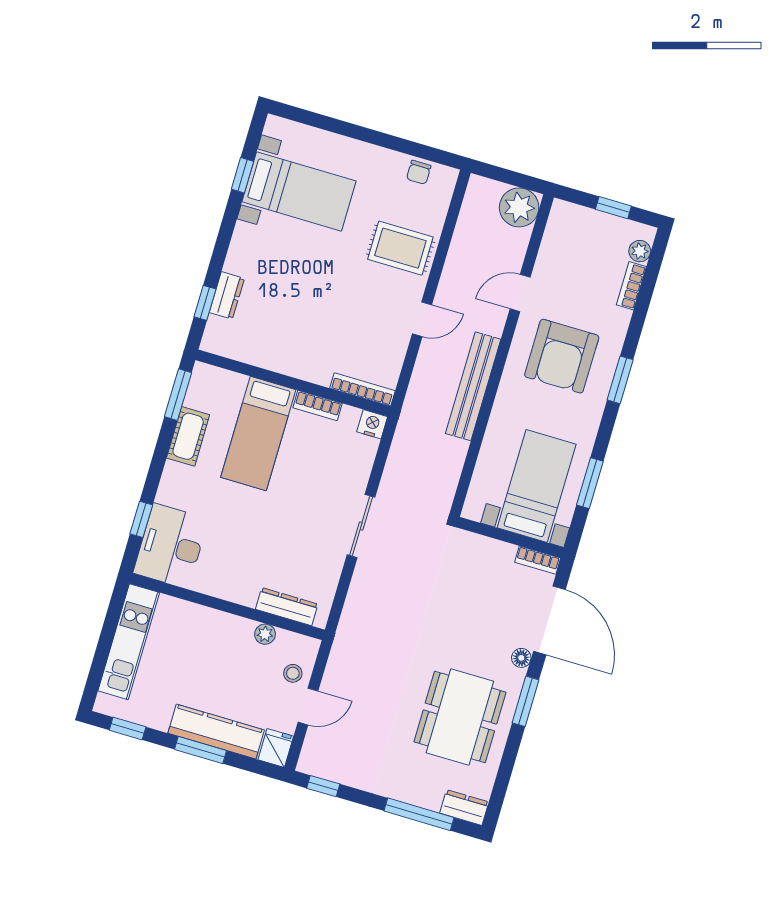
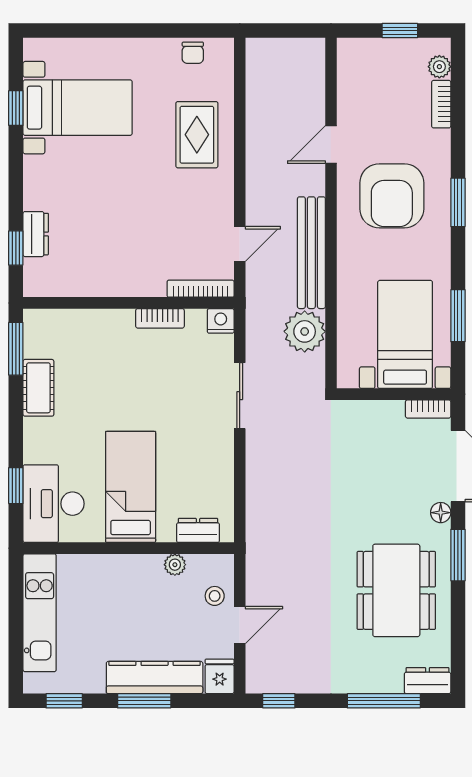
plant: (519, 207) -> (305, 331), moved
rug: (400, 248) -> (197, 135), turned 90
door: (422, 319) -> (240, 244), moved
bed: (258, 434) -> (131, 487), moved, turned 180
sliding door: (361, 526) -> (240, 396), moved
dresser: (287, 607) -> (198, 530), width x0.70

